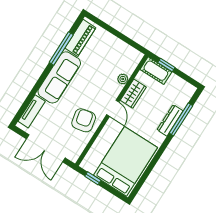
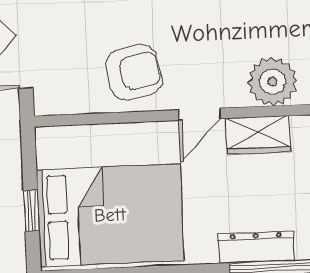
plant: (123, 79) -> (272, 82), width x1.88, depth x1.88
window: (93, 178) -> (31, 211), moved

